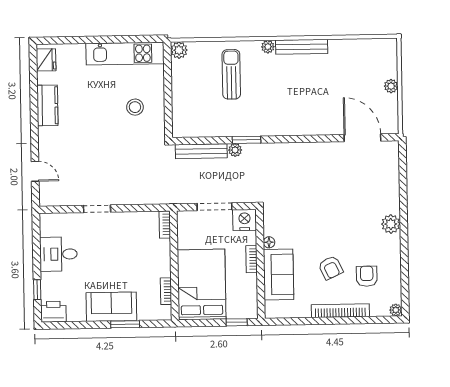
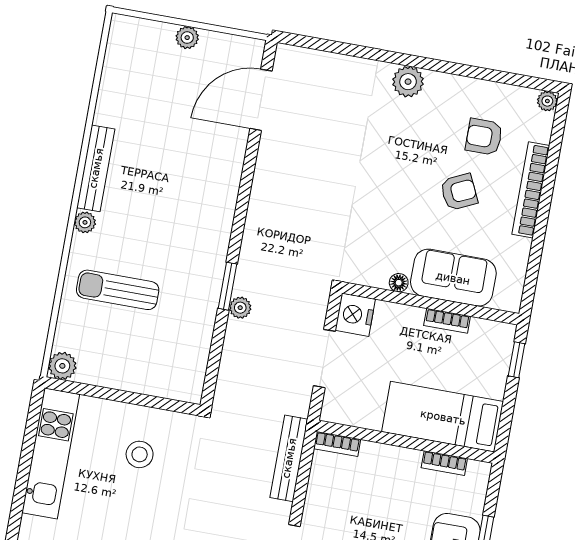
bench: (201, 151) -> (289, 458), moved
bookcase: (252, 259) -> (447, 321), moved
bed: (202, 284) -> (443, 417), width x0.67

